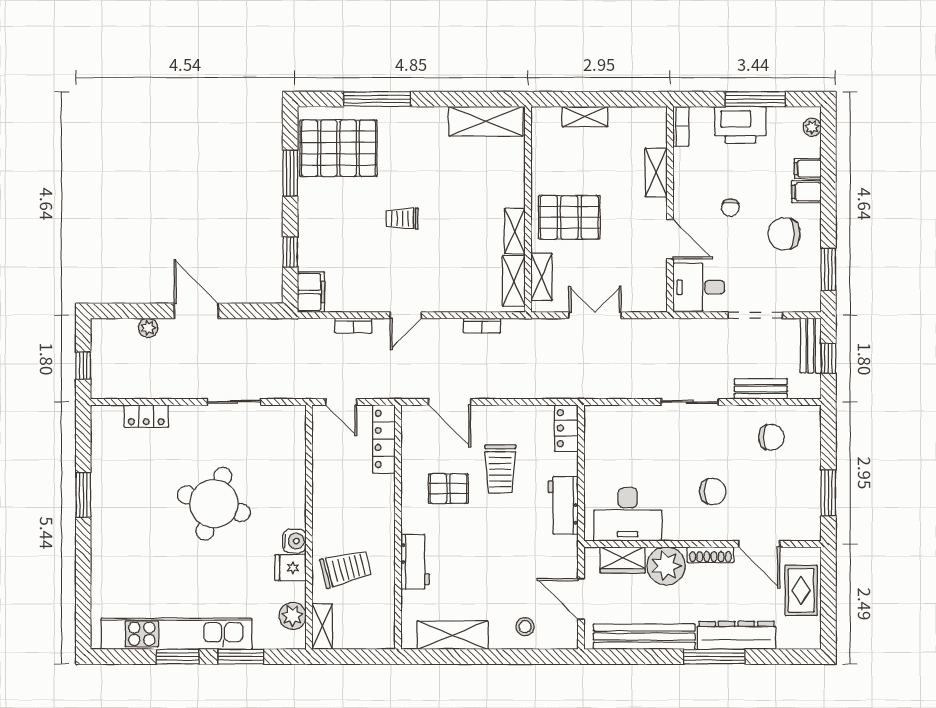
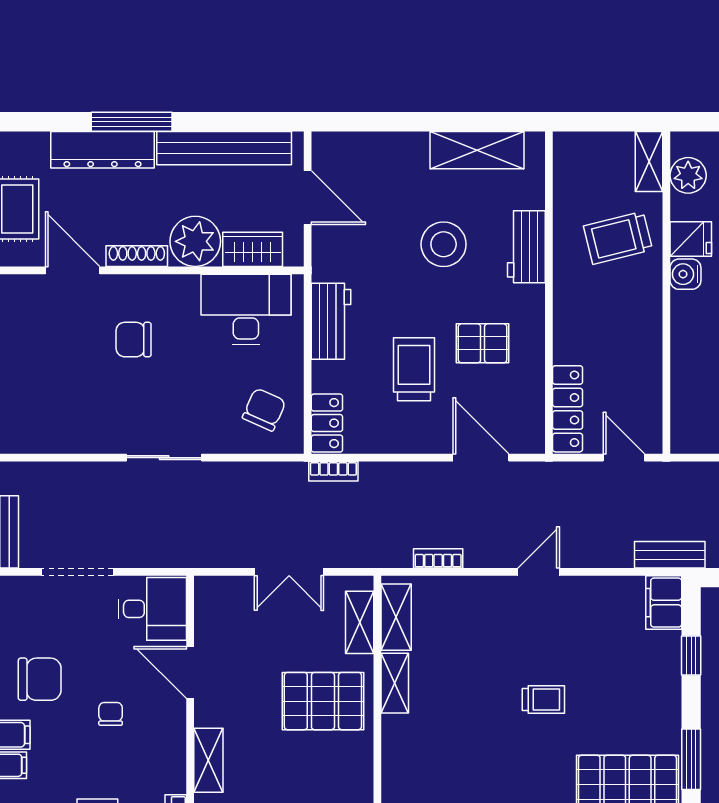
bookcase: (353, 326) -> (333, 471), moved, turned 180
bench: (761, 389) -> (670, 555), moved
chair: (771, 437) -> (264, 410), moved, turned 114
stool: (525, 627) -> (444, 244), moved, width x1.89, depth x1.89

